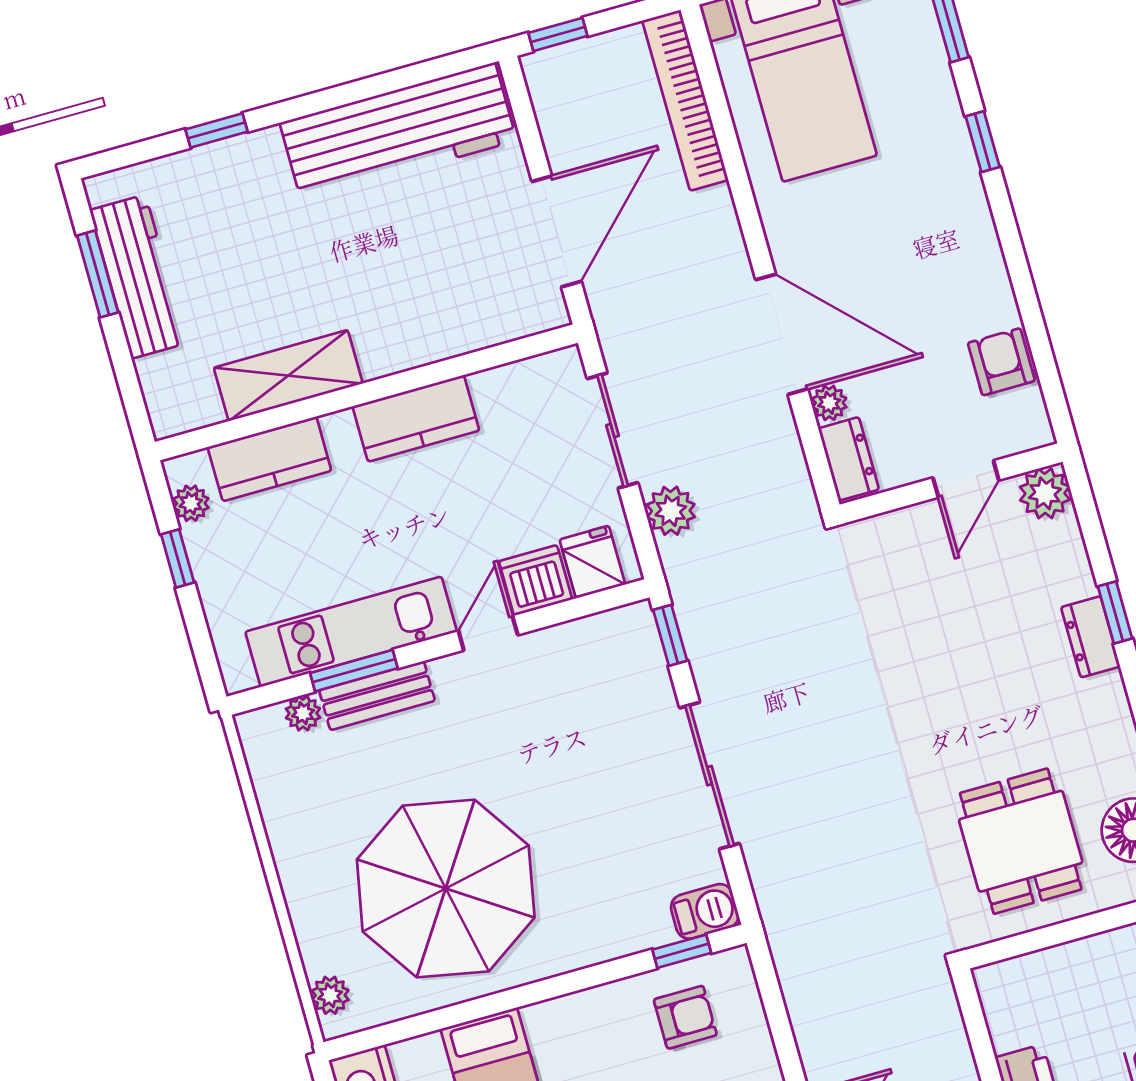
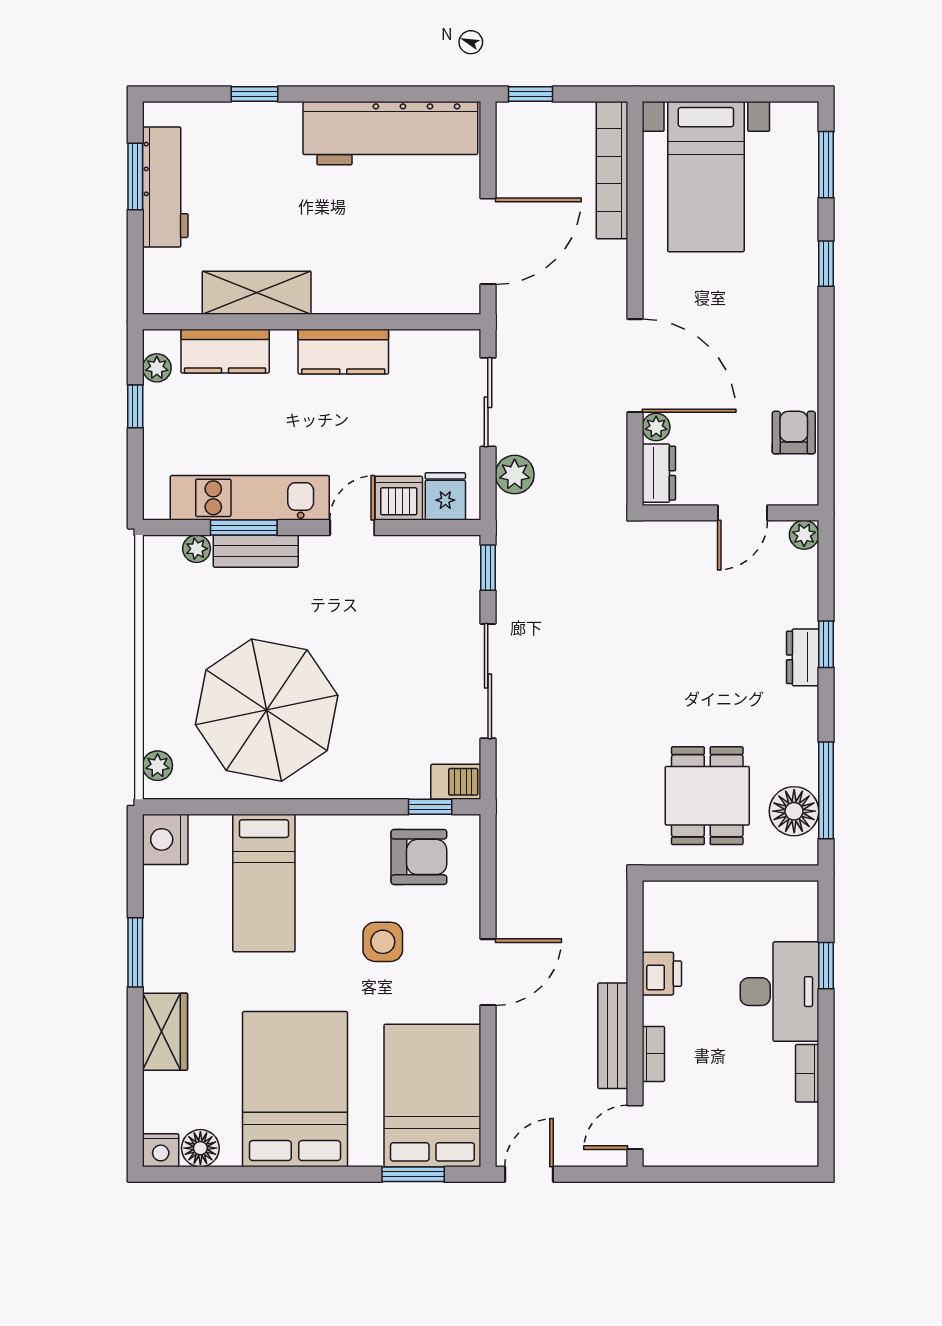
plant: (1045, 493) -> (804, 535), width x0.73, depth x0.73
armchair: (685, 1017) -> (419, 857), width x1.38, depth x1.38

